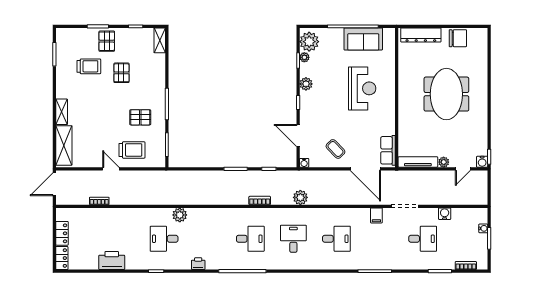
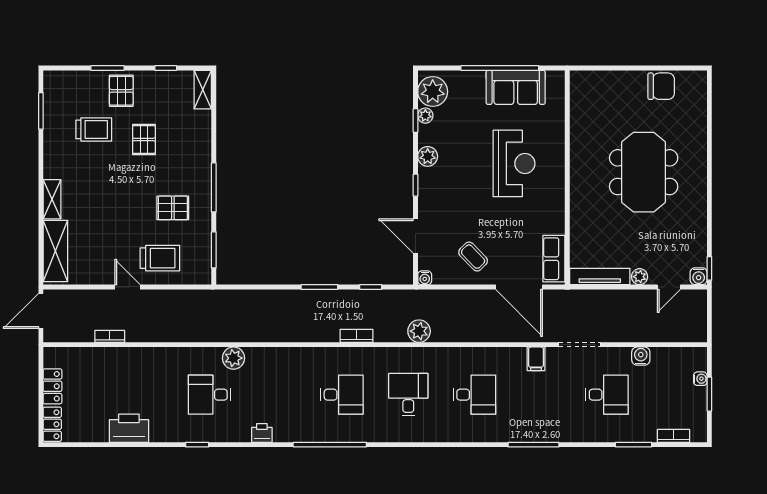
dresser: (421, 35) -> (604, 81), removed

